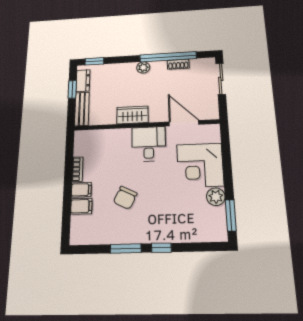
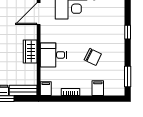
desk: (149, 144) -> (54, 55), moved
filing cabinet: (81, 190) -> (46, 89), moved
window: (126, 248) -> (128, 77), moved

